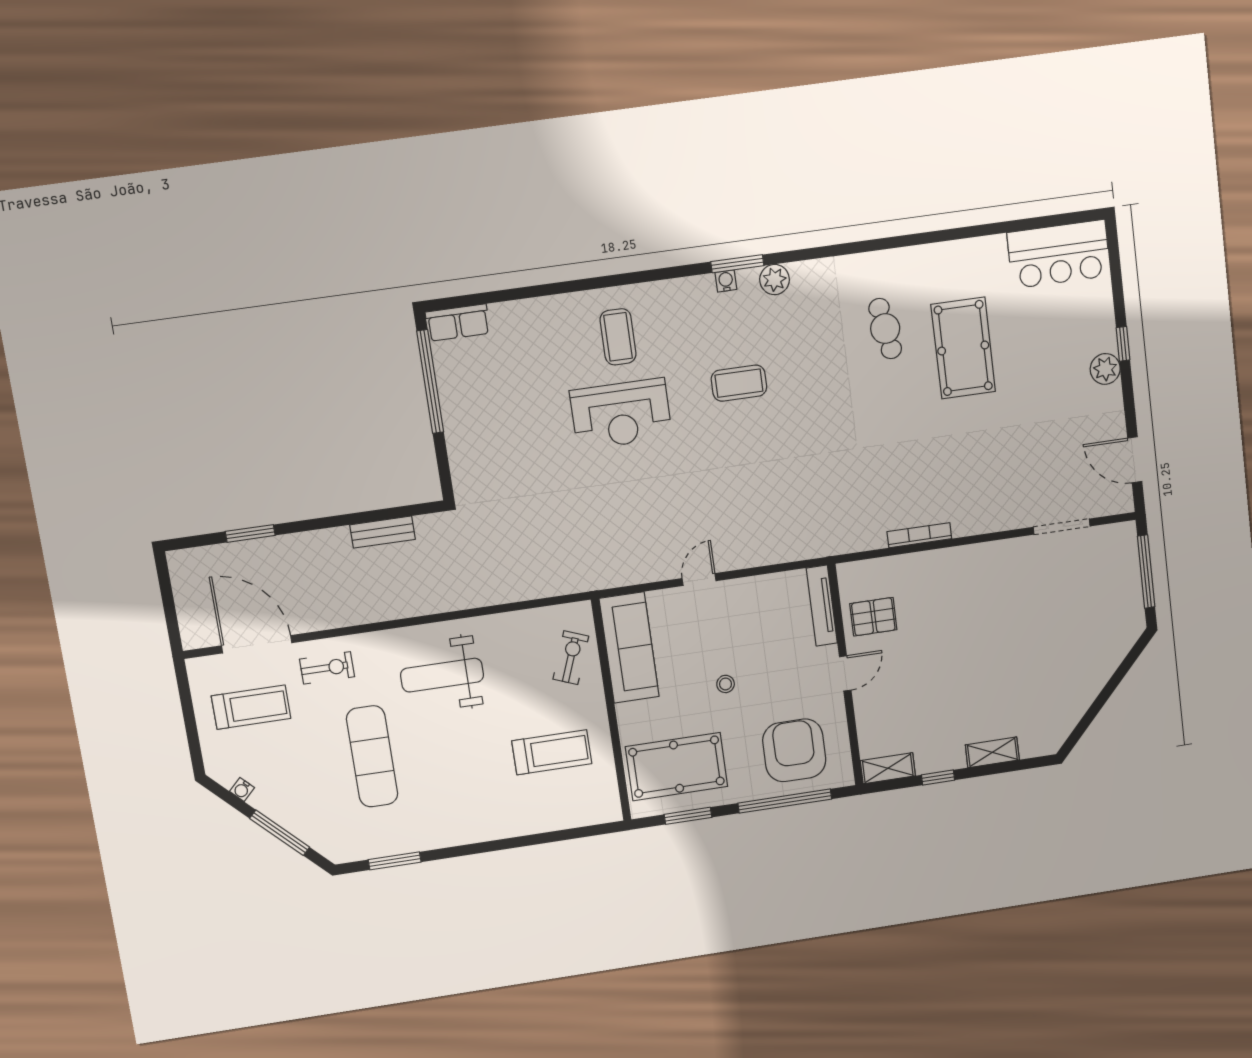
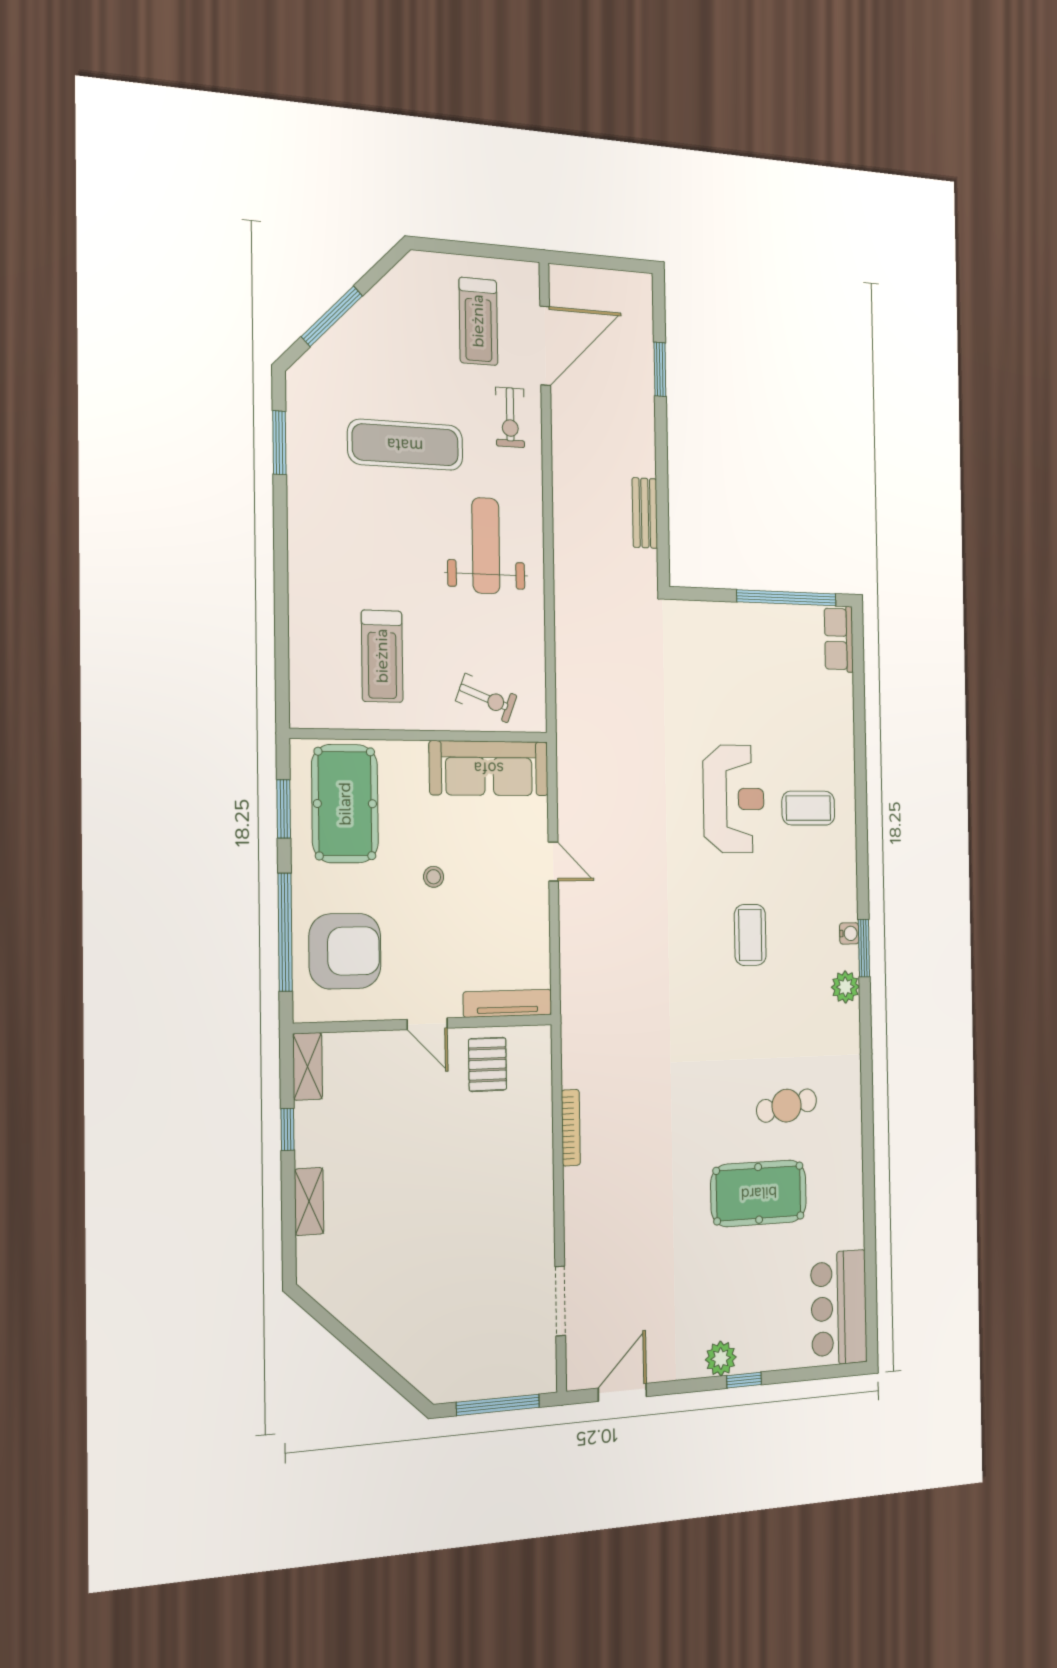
reception desk: (621, 414) -> (734, 799), turned 180
water cooler: (242, 790) -> (388, 286), removed

